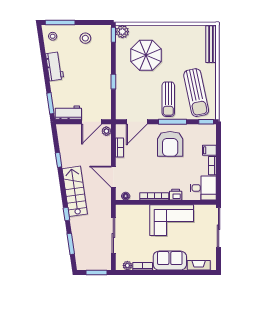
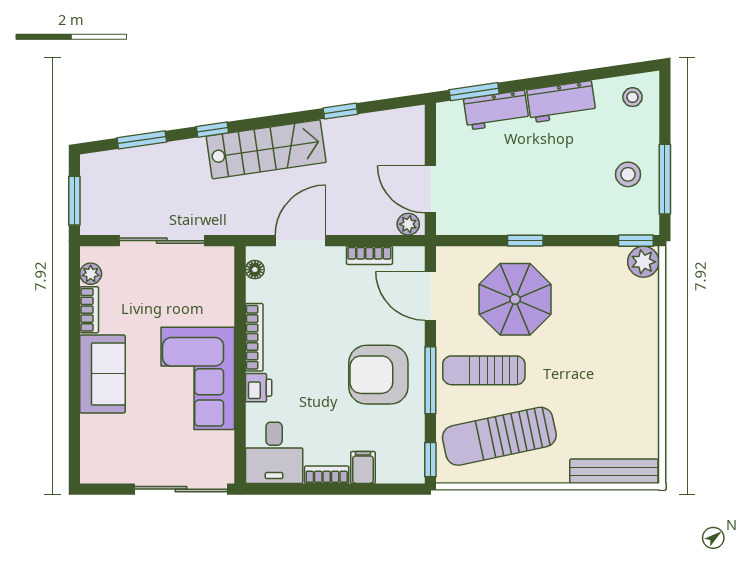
window: (60, 23) -> (665, 179), moved
parasol: (146, 55) -> (515, 299), moved
workbench: (68, 113) -> (496, 110), moved, turned 82
fireplace: (199, 265) -> (91, 442), removed

